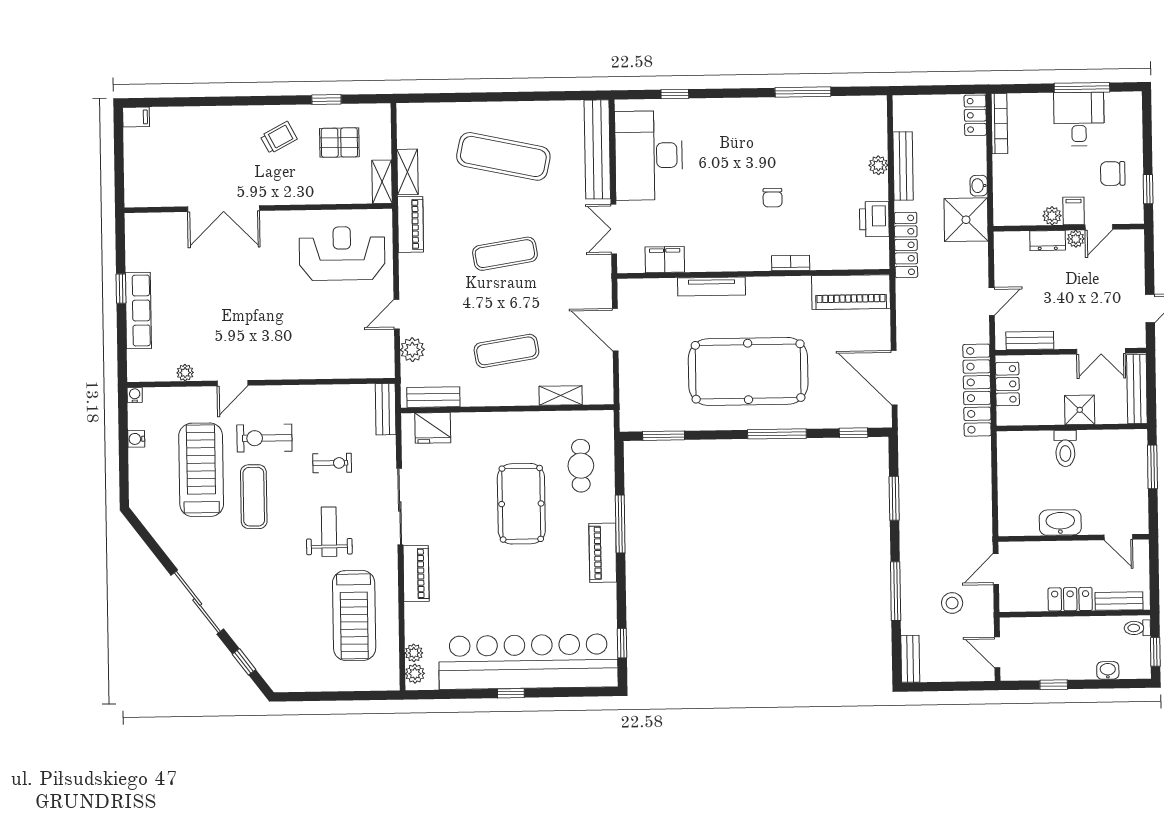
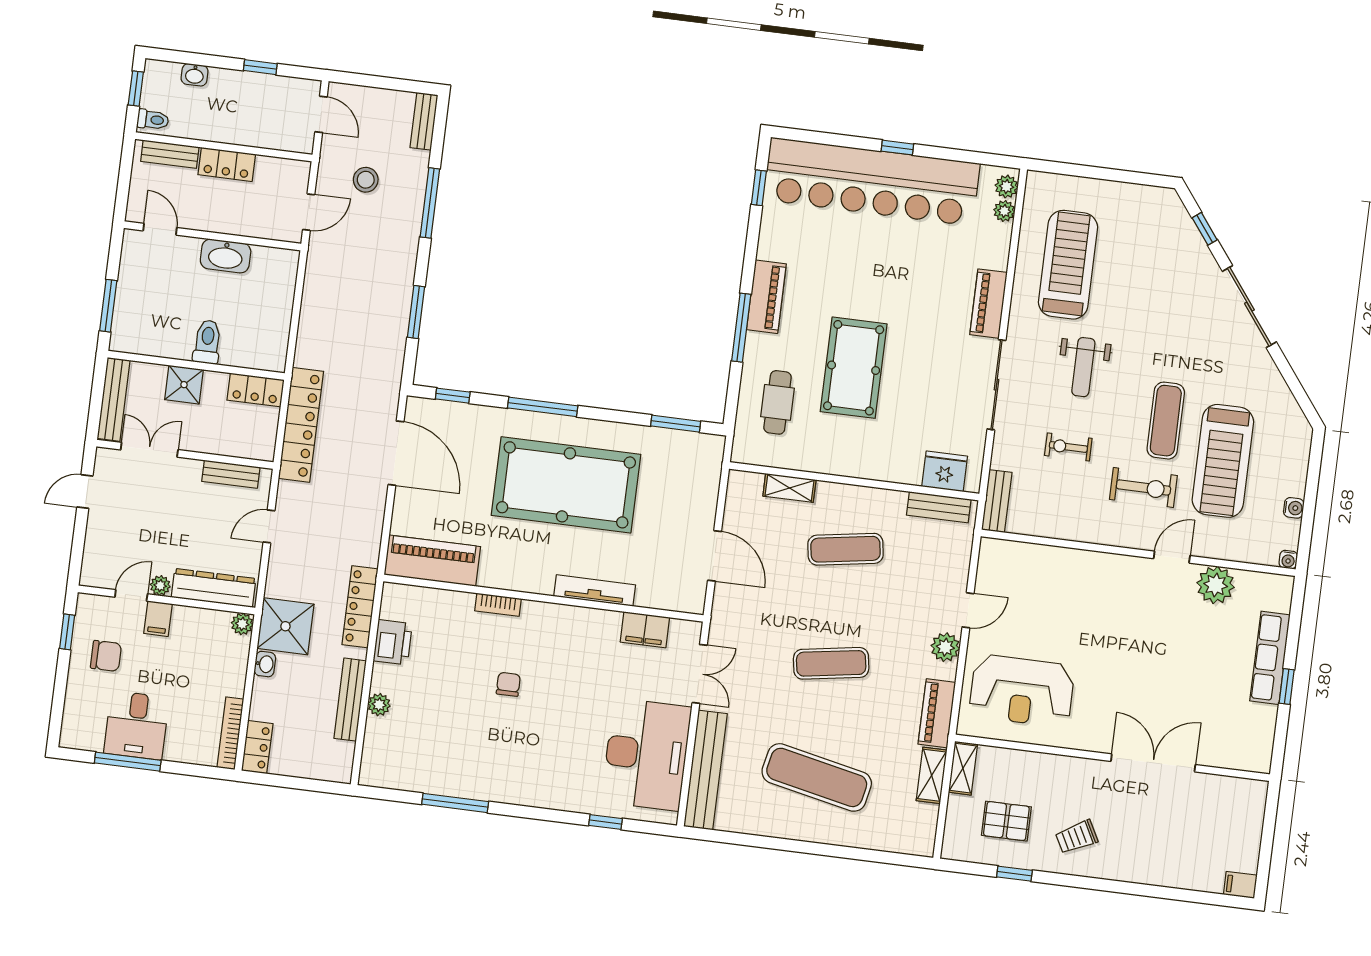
plant: (1052, 216) -> (242, 624), moved
dresser: (1048, 241) -> (214, 588), width x1.96, depth x1.24
plant: (412, 350) -> (945, 647), moved
plant: (185, 373) -> (1216, 585), width x1.88, depth x1.88
locker: (1007, 384) -> (256, 390), moved, turned -90

